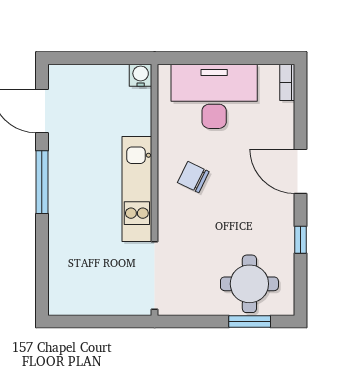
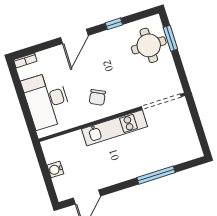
water cooler: (141, 75) -> (55, 169), moved
window: (42, 182) -> (156, 175), moved

